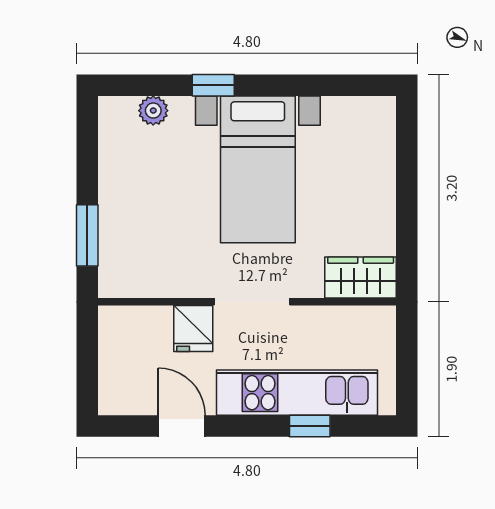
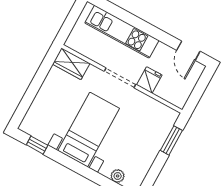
window: (213, 85) -> (37, 145), moved
door: (182, 426) -> (188, 51), moved
window: (310, 426) -> (124, 15), removed

